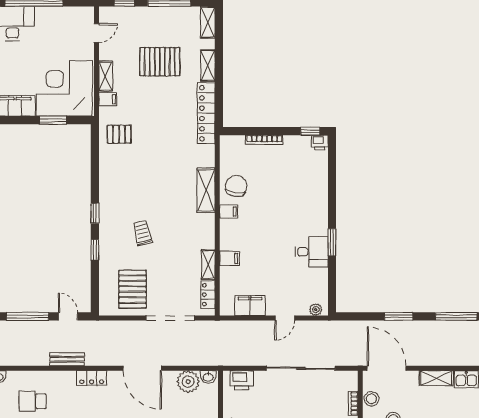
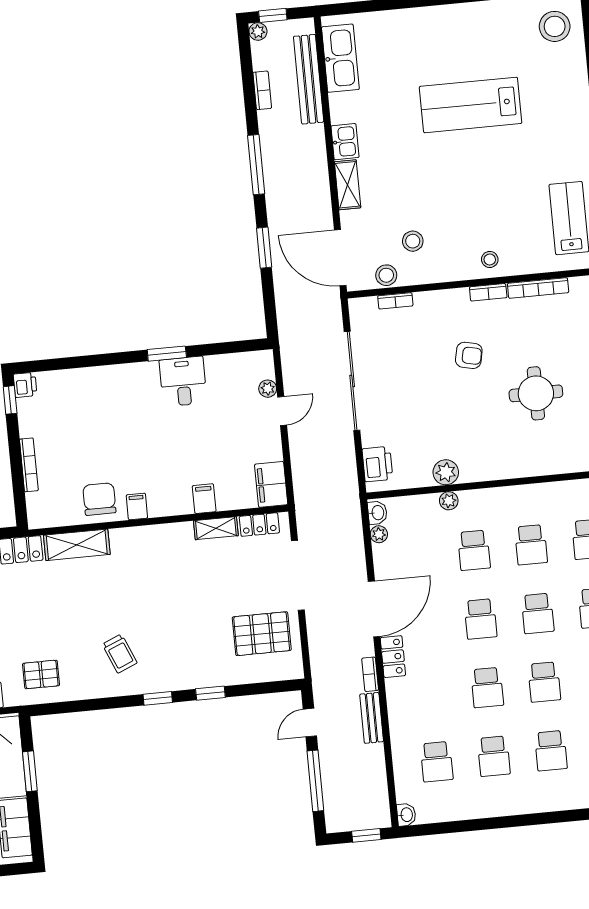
pallet: (119, 134) -> (41, 674), turned 90
chair: (236, 186) -> (99, 499), turned 82
shelving: (206, 190) -> (77, 545), moved
trolley: (143, 233) -> (120, 654), moved, turned -100
filing cabinet: (250, 306) -> (271, 484), moved
plant: (316, 310) -> (268, 389), moved
door: (285, 318) -> (282, 411), hinge flipped
bookcase: (97, 361) -> (370, 674), added
door: (386, 368) -> (340, 258), hinge flipped
locker: (92, 378) -> (393, 657), moved
plant: (188, 382) -> (379, 534), width x0.53, depth x0.53

